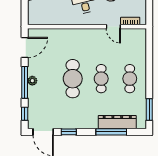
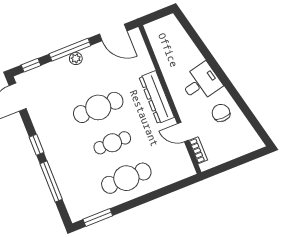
door: (113, 27) -> (183, 132), hinge flipped
cafe table: (130, 79) -> (126, 178), width x1.37, depth x1.35
dresser: (117, 122) -> (157, 97), moved, turned 180
window: (69, 132) -> (37, 145), moved

